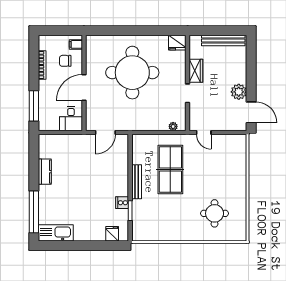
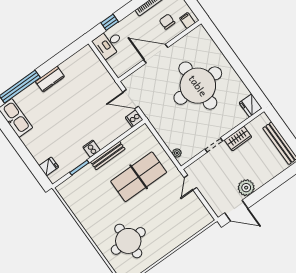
window: (34, 106) -> (110, 22), width x0.46
door: (251, 112) -> (236, 211), hinge flipped
desk: (71, 119) -> (108, 43), moved
cooker: (122, 141) -> (134, 119), added
kitchen counter: (45, 172) -> (50, 79), moved
cooker: (122, 203) -> (92, 149), moved
round table: (215, 213) -> (128, 241), width x1.36, depth x1.36

